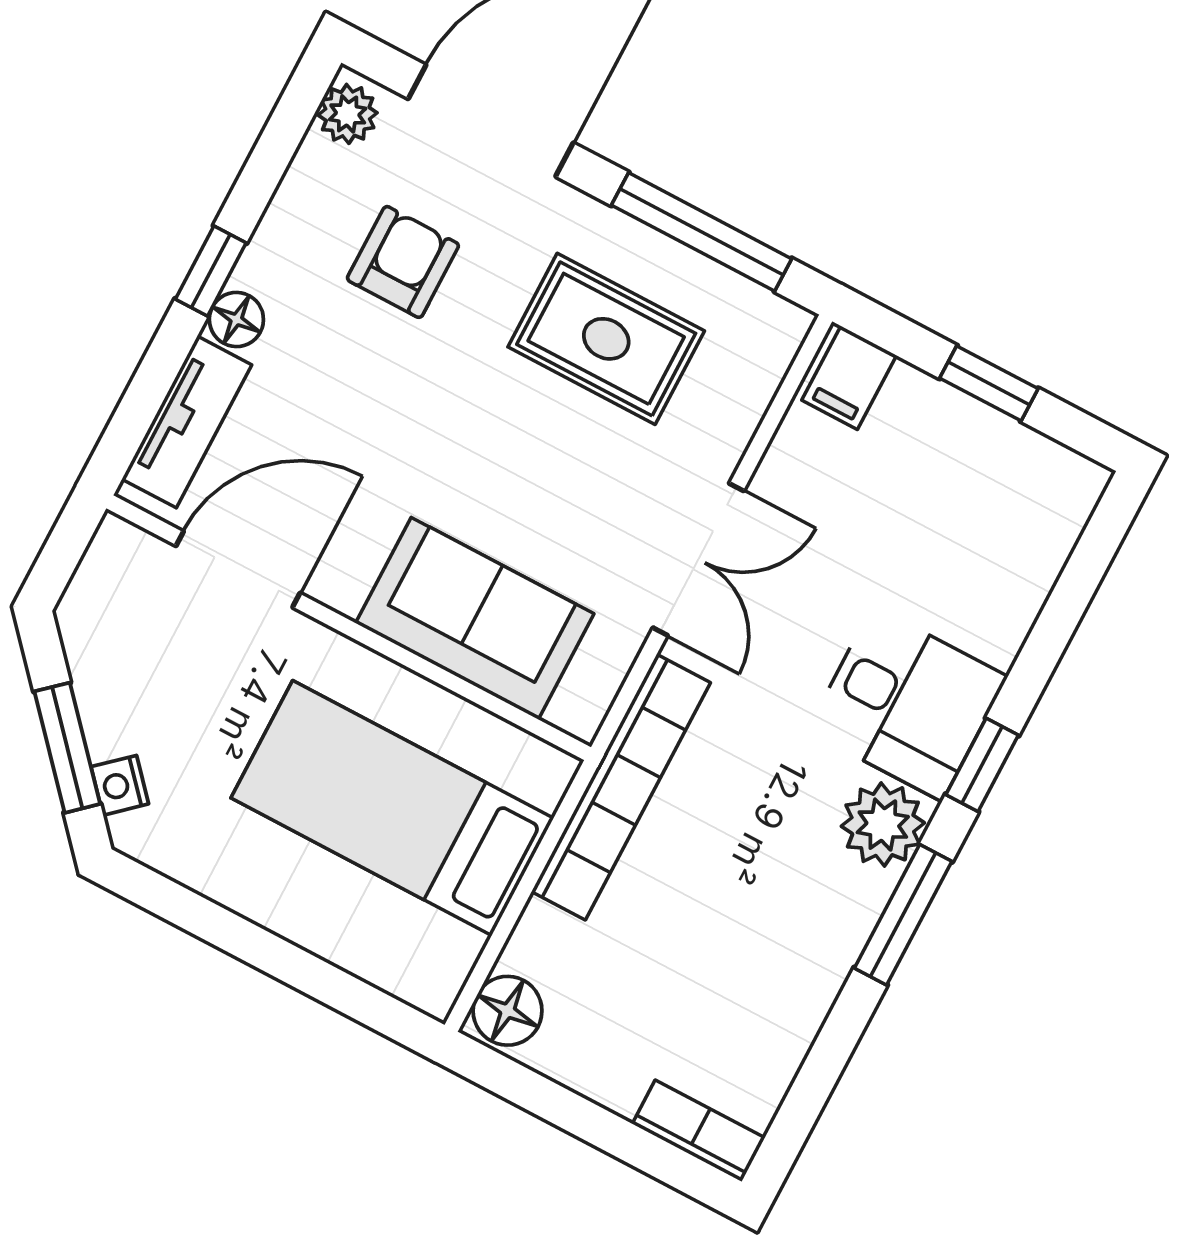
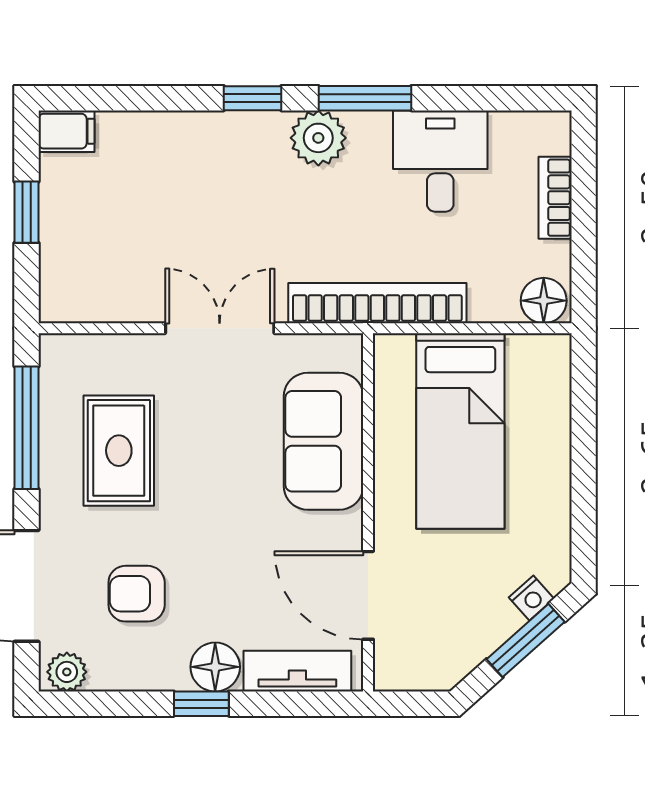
floor lamp: (236, 319) -> (215, 667), width x1.37, depth x1.37
filing cabinet: (849, 378) -> (66, 131), moved
desk: (907, 703) -> (440, 161), moved
bookcase: (698, 1131) -> (555, 198), moved

